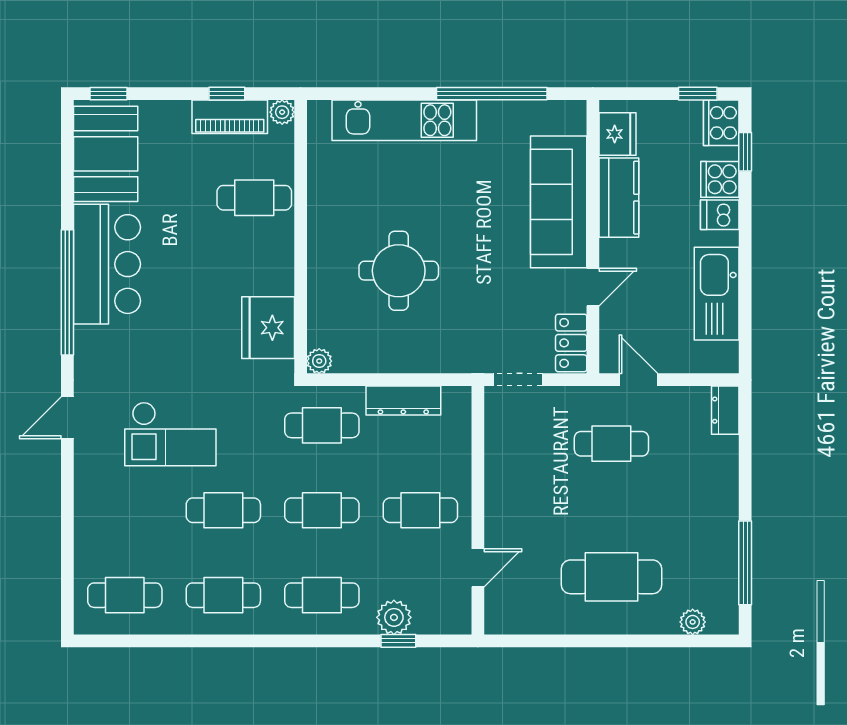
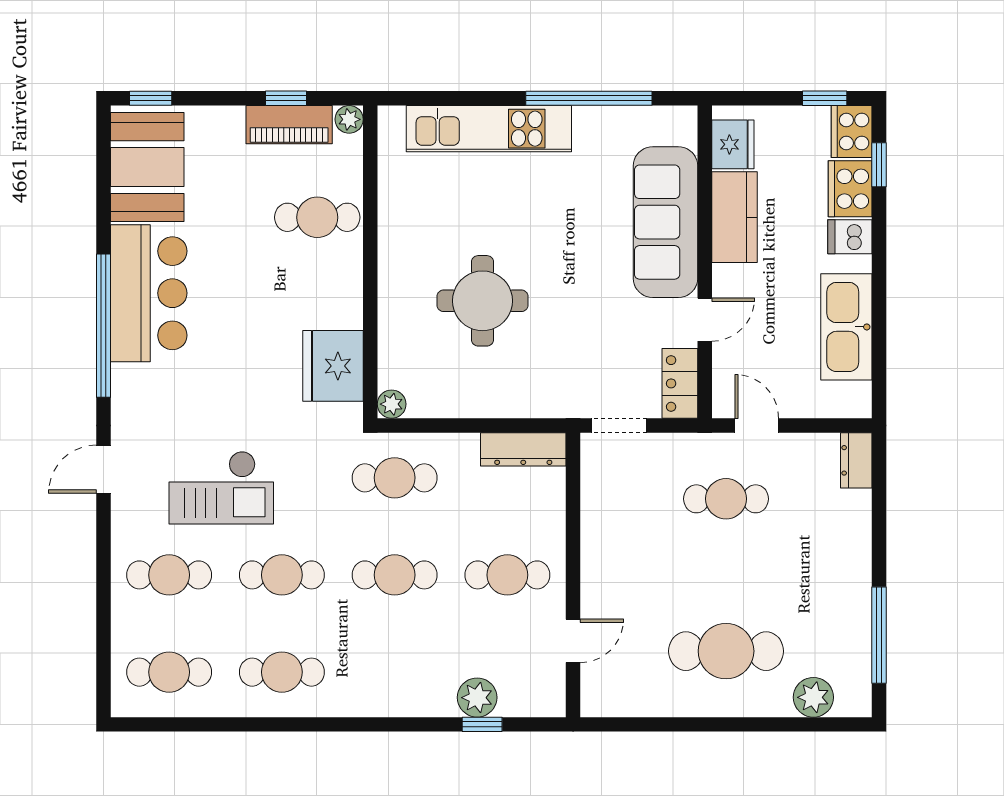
cooker: (720, 179) -> (850, 189), width x1.36
dresser: (403, 400) -> (523, 449), moved
cafe table: (322, 595) -> (169, 575), moved
plant: (693, 622) -> (813, 697), width x1.38, depth x1.38

